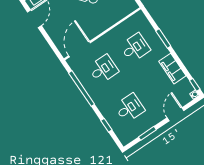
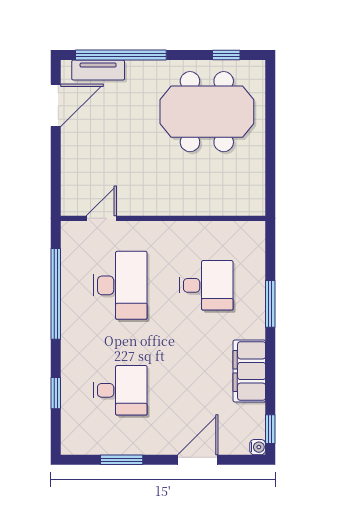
door: (79, 49) -> (101, 218), width x0.53
desk: (103, 69) -> (120, 285), width x1.37

